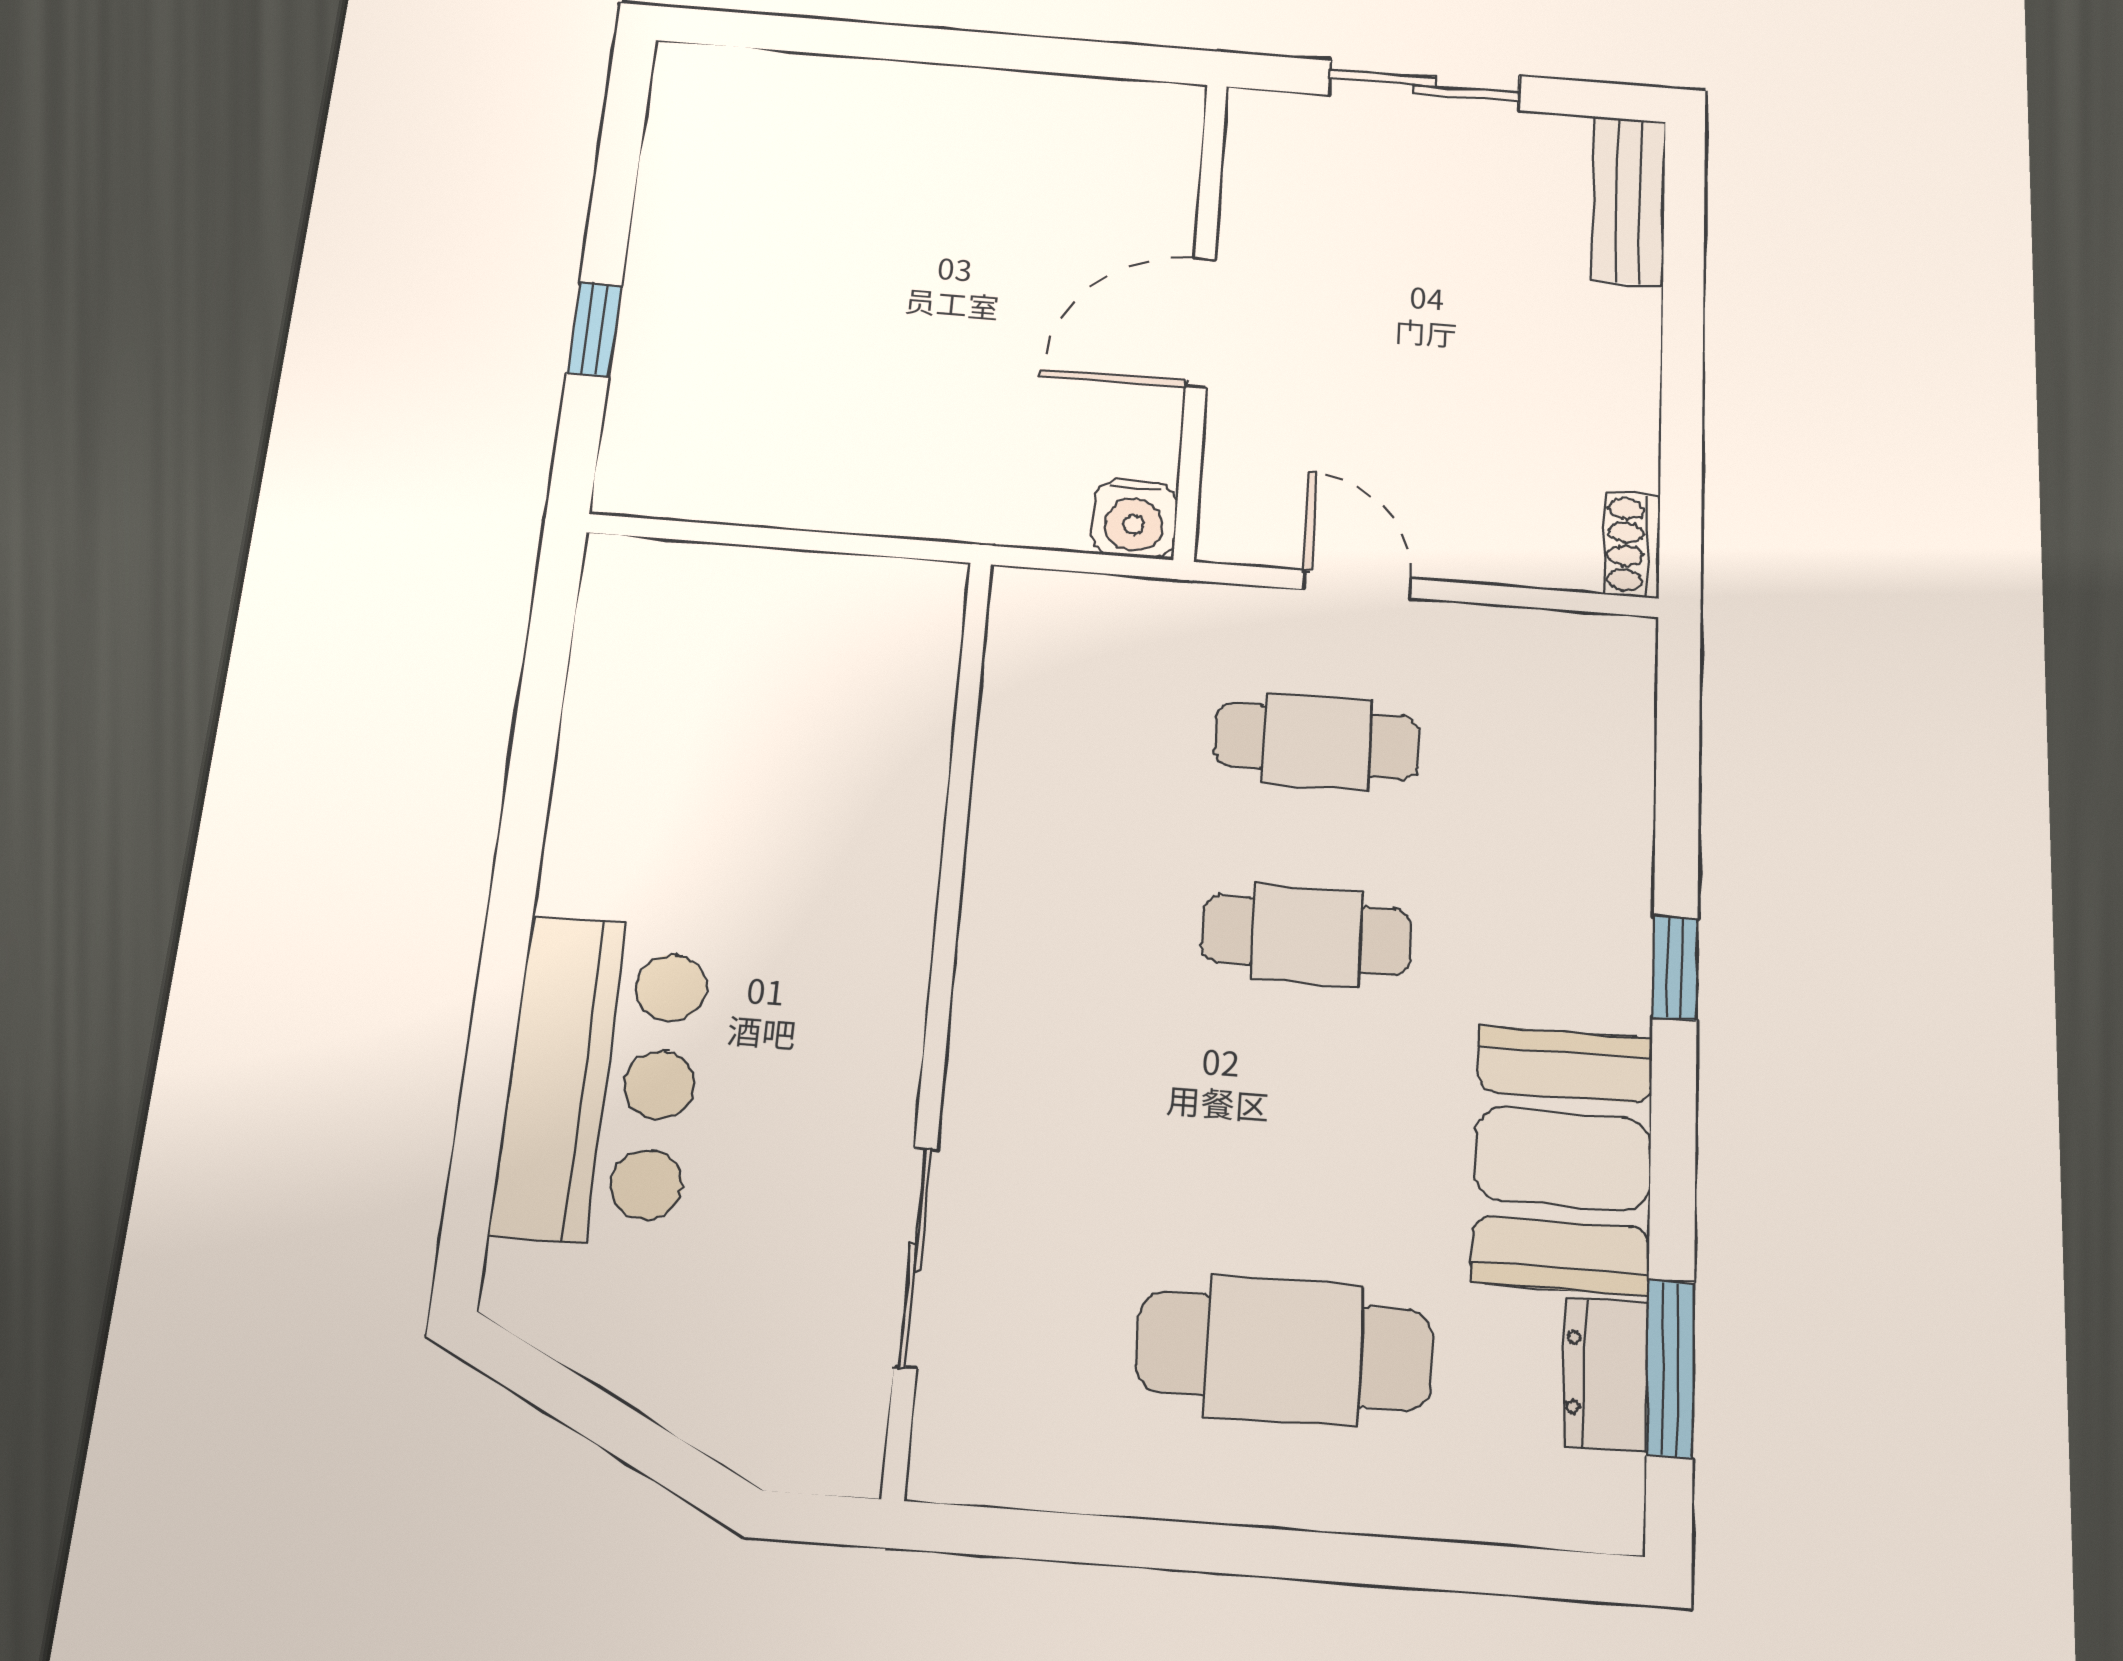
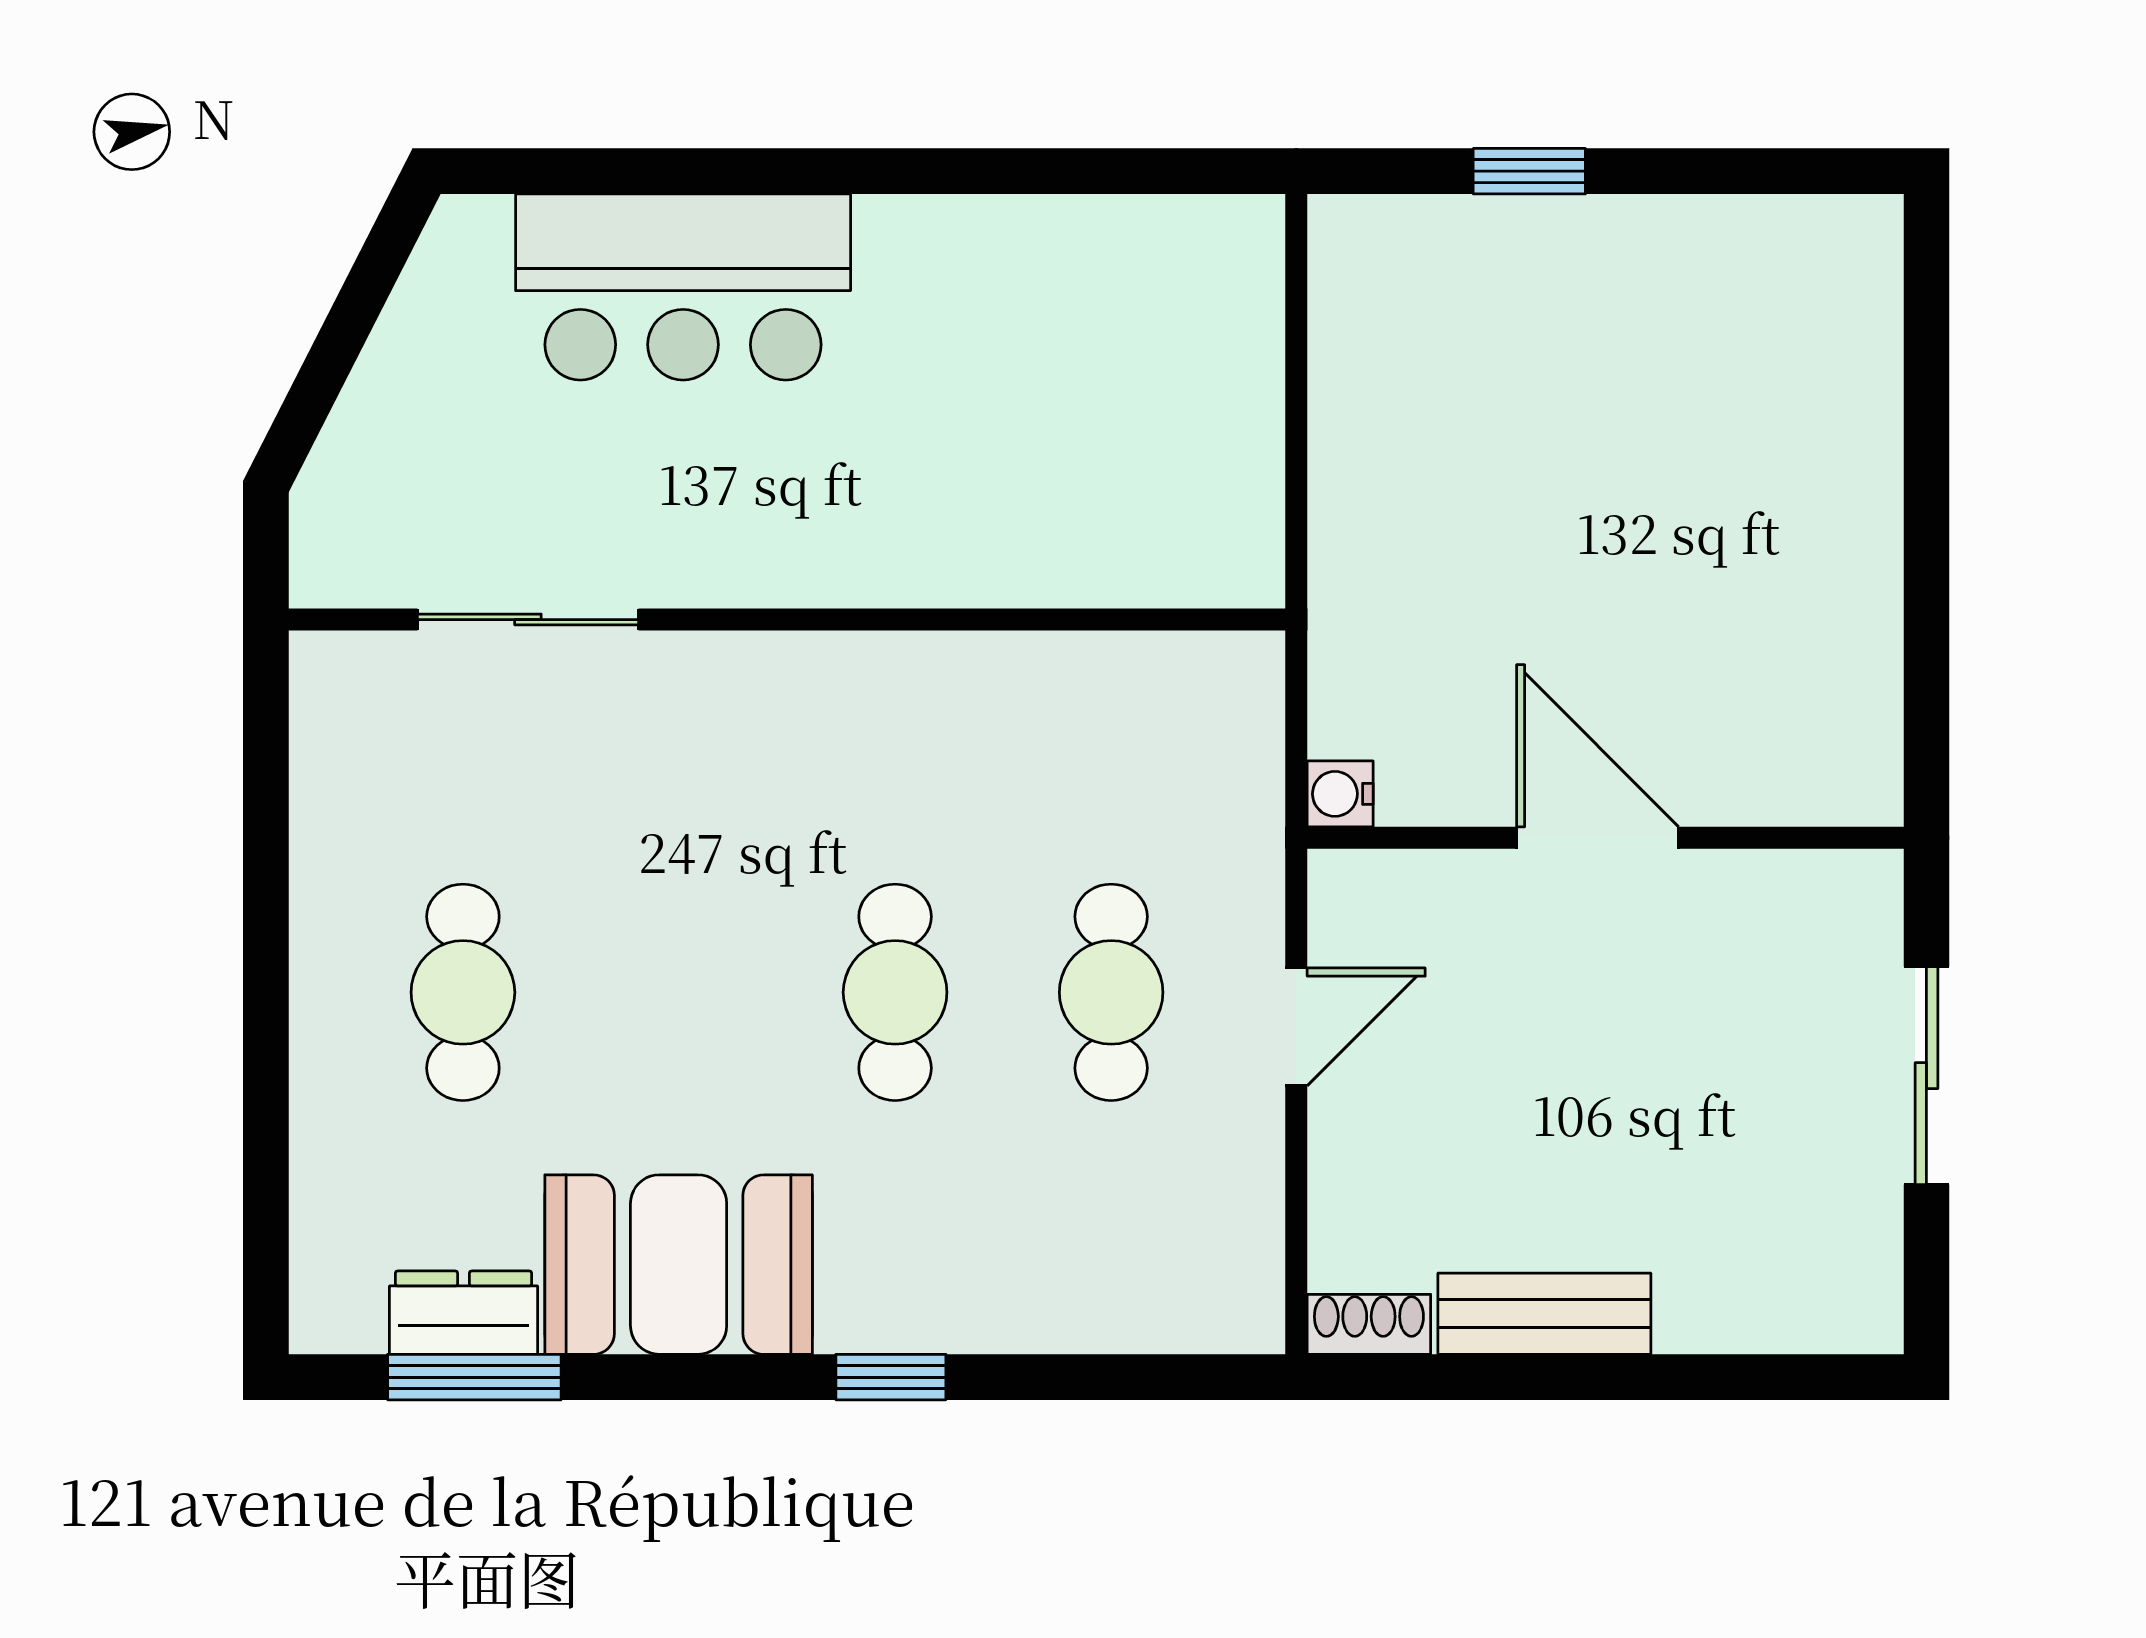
bench: (1629, 200) -> (1544, 1314), moved
water cooler: (1134, 519) -> (1340, 794), width x0.72, depth x0.72
cafe table: (1285, 1350) -> (463, 992), width x0.73, depth x0.74

